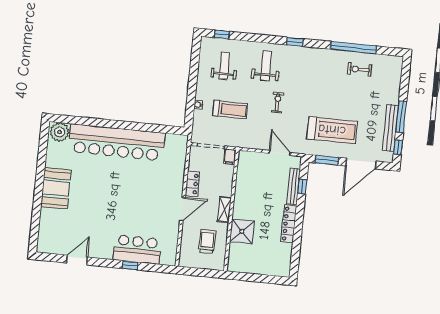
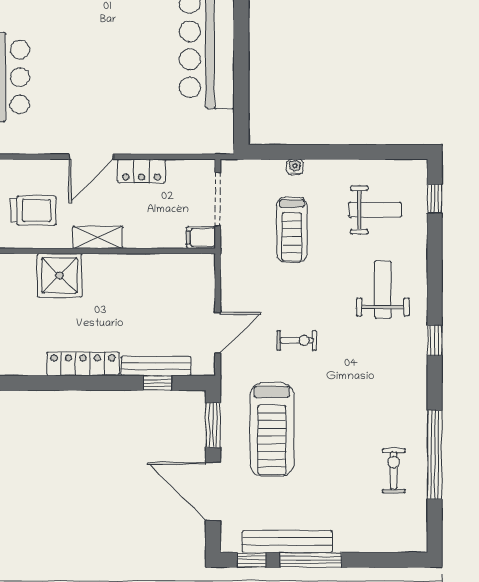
weight bench: (266, 66) -> (383, 290), turned -90
exercise bike: (278, 103) -> (297, 340), moved
door: (182, 209) -> (91, 157), hinge flipped

